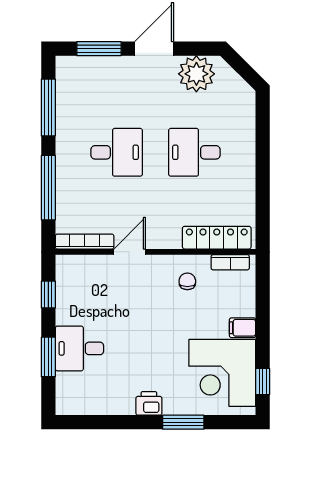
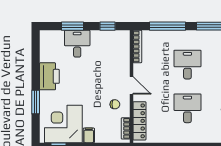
desk: (117, 152) -> (187, 65), turned 180
door: (130, 252) -> (132, 85), moved
printer: (149, 403) -> (49, 76), width x1.87, depth x1.48

